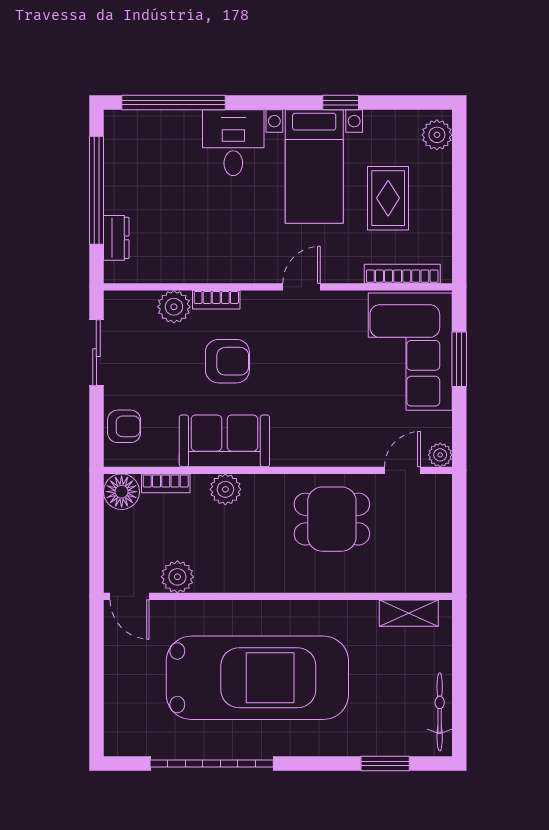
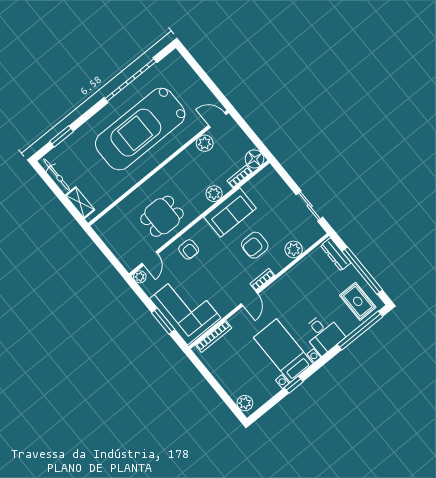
rug: (388, 198) -> (358, 301), moved
dresser: (116, 238) -> (336, 254), width x1.44
bookcase: (216, 300) -> (262, 280), moved
armchair: (124, 426) -> (189, 249), moved, turned -90
shelving: (409, 613) -> (80, 203), moved, turned 90

